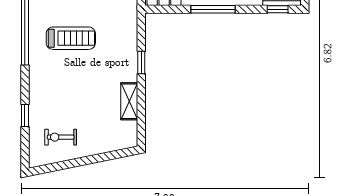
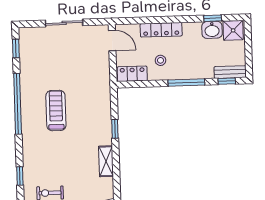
window: (213, 9) -> (186, 82), moved
treadmill: (71, 38) -> (56, 111), turned -90

